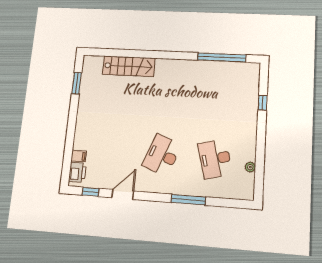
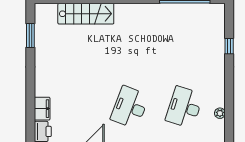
filing cabinet: (79, 156) -> (42, 109), width x2.00
desk: (215, 159) -> (184, 107), turned 33

